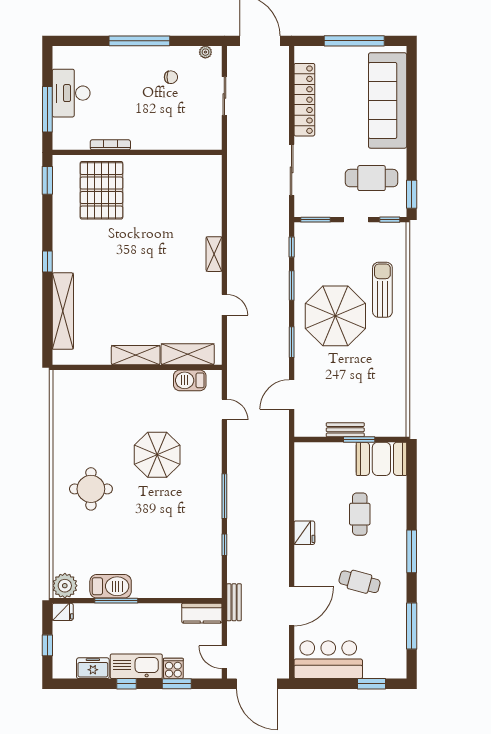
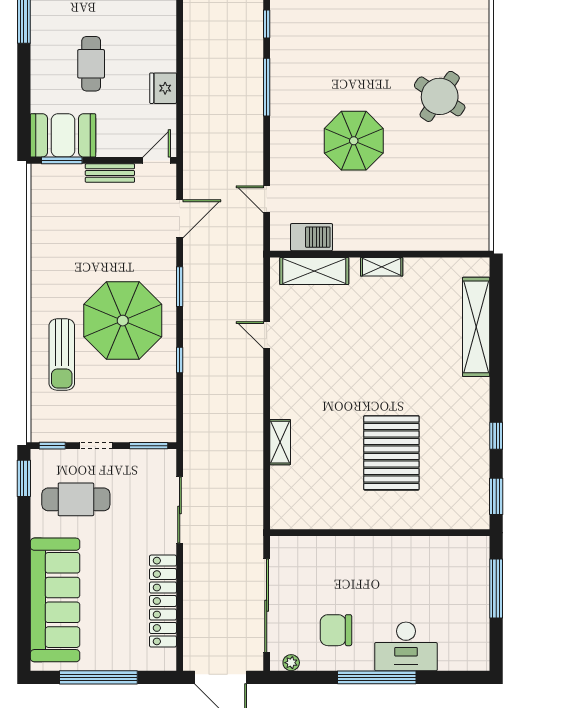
chair: (171, 77) -> (336, 630), width x1.87, depth x1.87
desk: (71, 93) -> (406, 646), moved, turned 90
sliding door: (224, 96) -> (267, 606), width x1.86
bookcase: (110, 145) -> (414, 542), removed
pallet: (101, 190) -> (391, 453), moved
window: (292, 247) -> (180, 410), removed
shelving: (214, 254) -> (280, 442), moved
window: (47, 261) -> (496, 436), moved
window: (292, 286) -> (180, 360), width x0.67
shelving: (136, 355) -> (382, 267), width x0.67, depth x0.75
door: (309, 439) -> (157, 160), added
window: (359, 439) -> (62, 160), moved
round table: (91, 489) -> (440, 96), turned 34
fridge: (304, 533) -> (163, 88), moved

